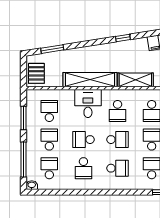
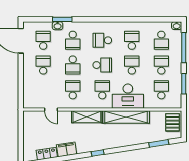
desk: (88, 104) -> (128, 96), width x1.37
school desk: (49, 111) -> (161, 90), turned 180
school desk: (49, 140) -> (161, 65), turned 180
school desk: (83, 140) -> (132, 65), turned -90
school desk: (118, 140) -> (102, 65), turned 180

